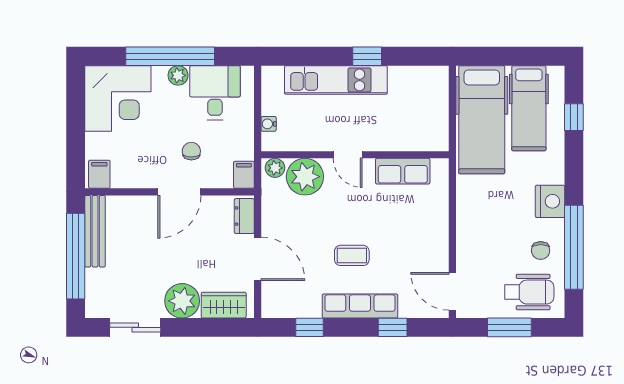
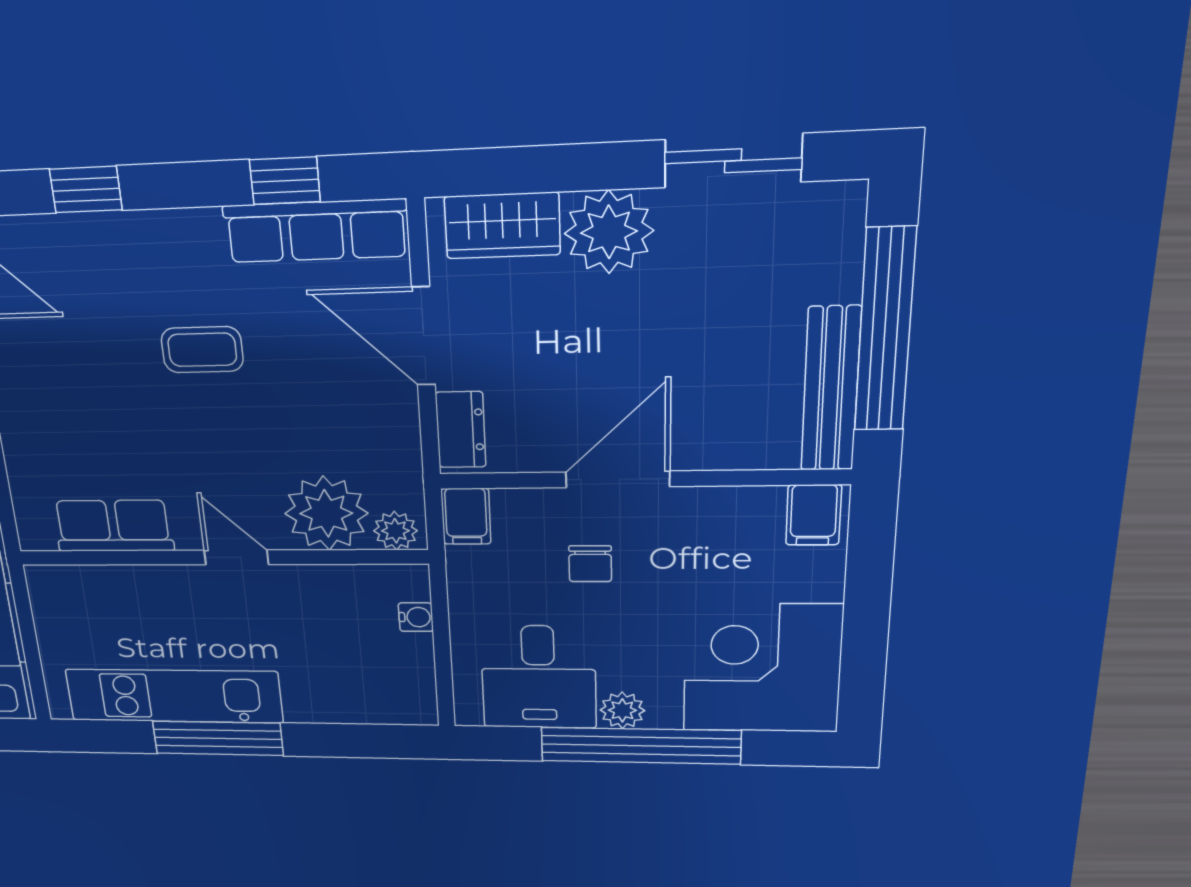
window: (367, 56) -> (218, 738), width x2.17
kitchen unit: (336, 80) -> (174, 696), moved
row of seats: (360, 306) -> (316, 231), moved

